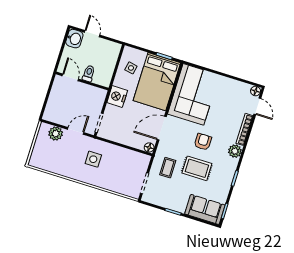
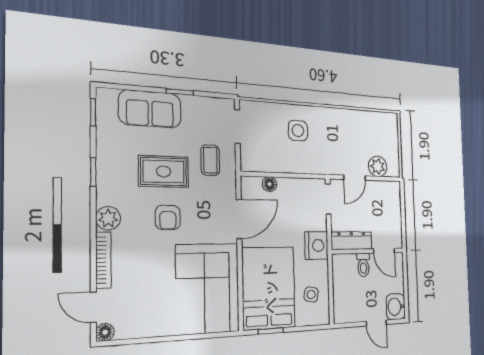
dresser: (92, 92) -> (351, 241), added
floor lamp: (149, 147) -> (270, 184), moved
side table: (93, 159) -> (298, 131), moved
sofa: (205, 209) -> (150, 109), moved

